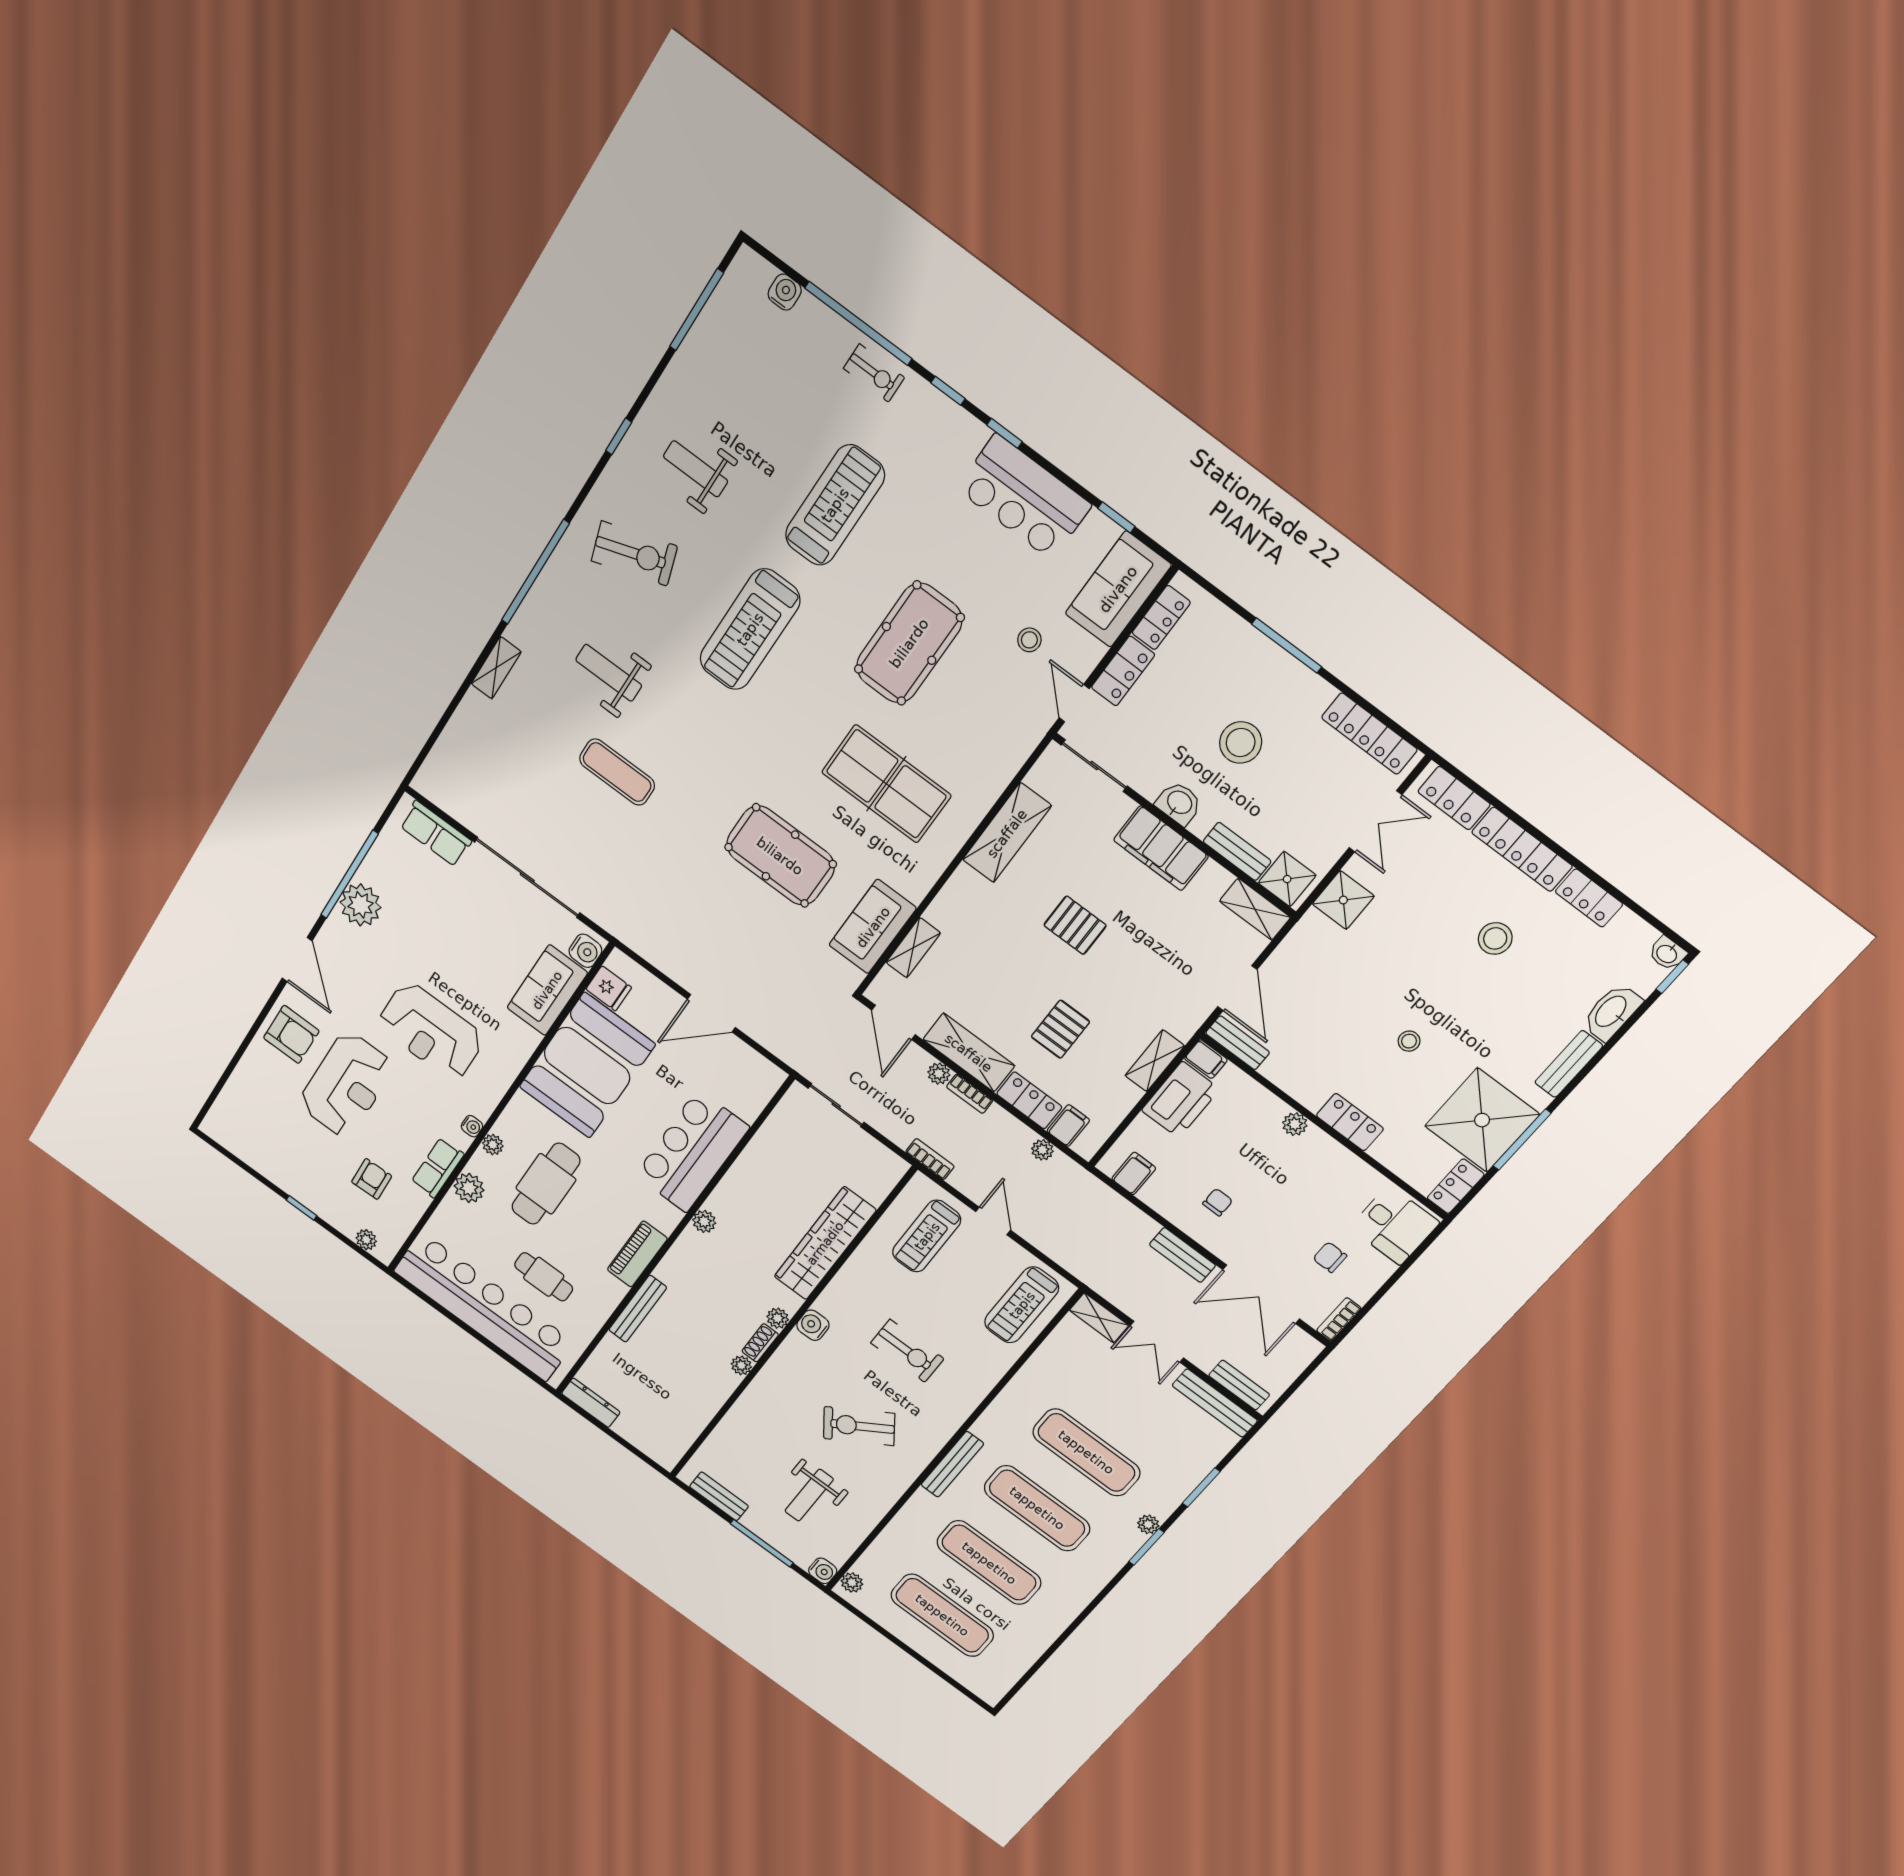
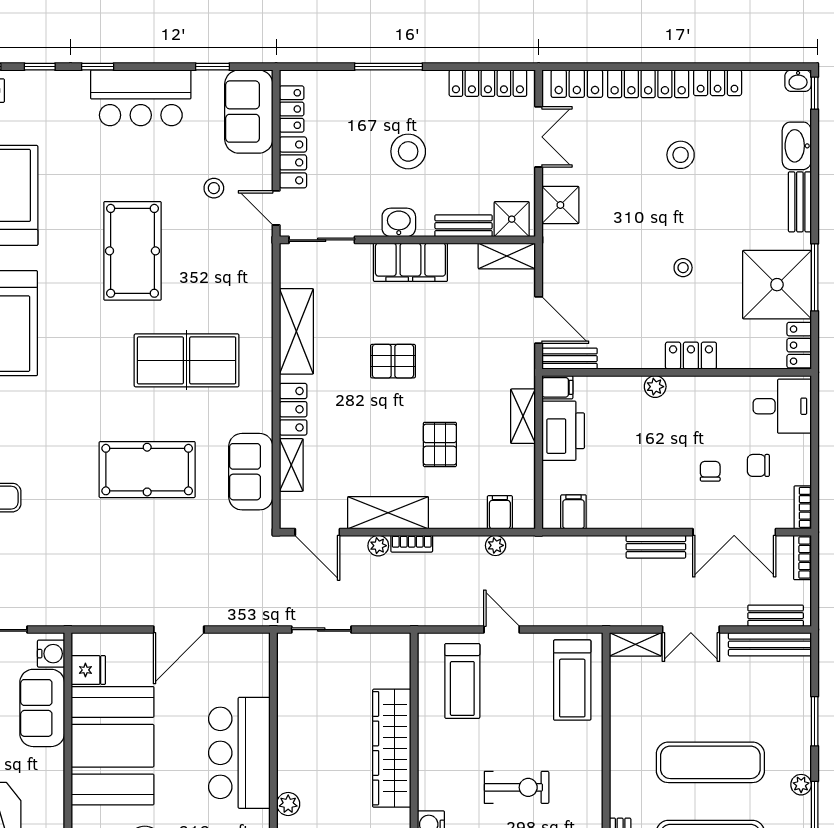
locker: (1029, 1100) -> (293, 409), moved, turned 90
bookcase: (930, 1159) -> (802, 558), moved, turned -90
chair: (1218, 1202) -> (710, 471), moved

